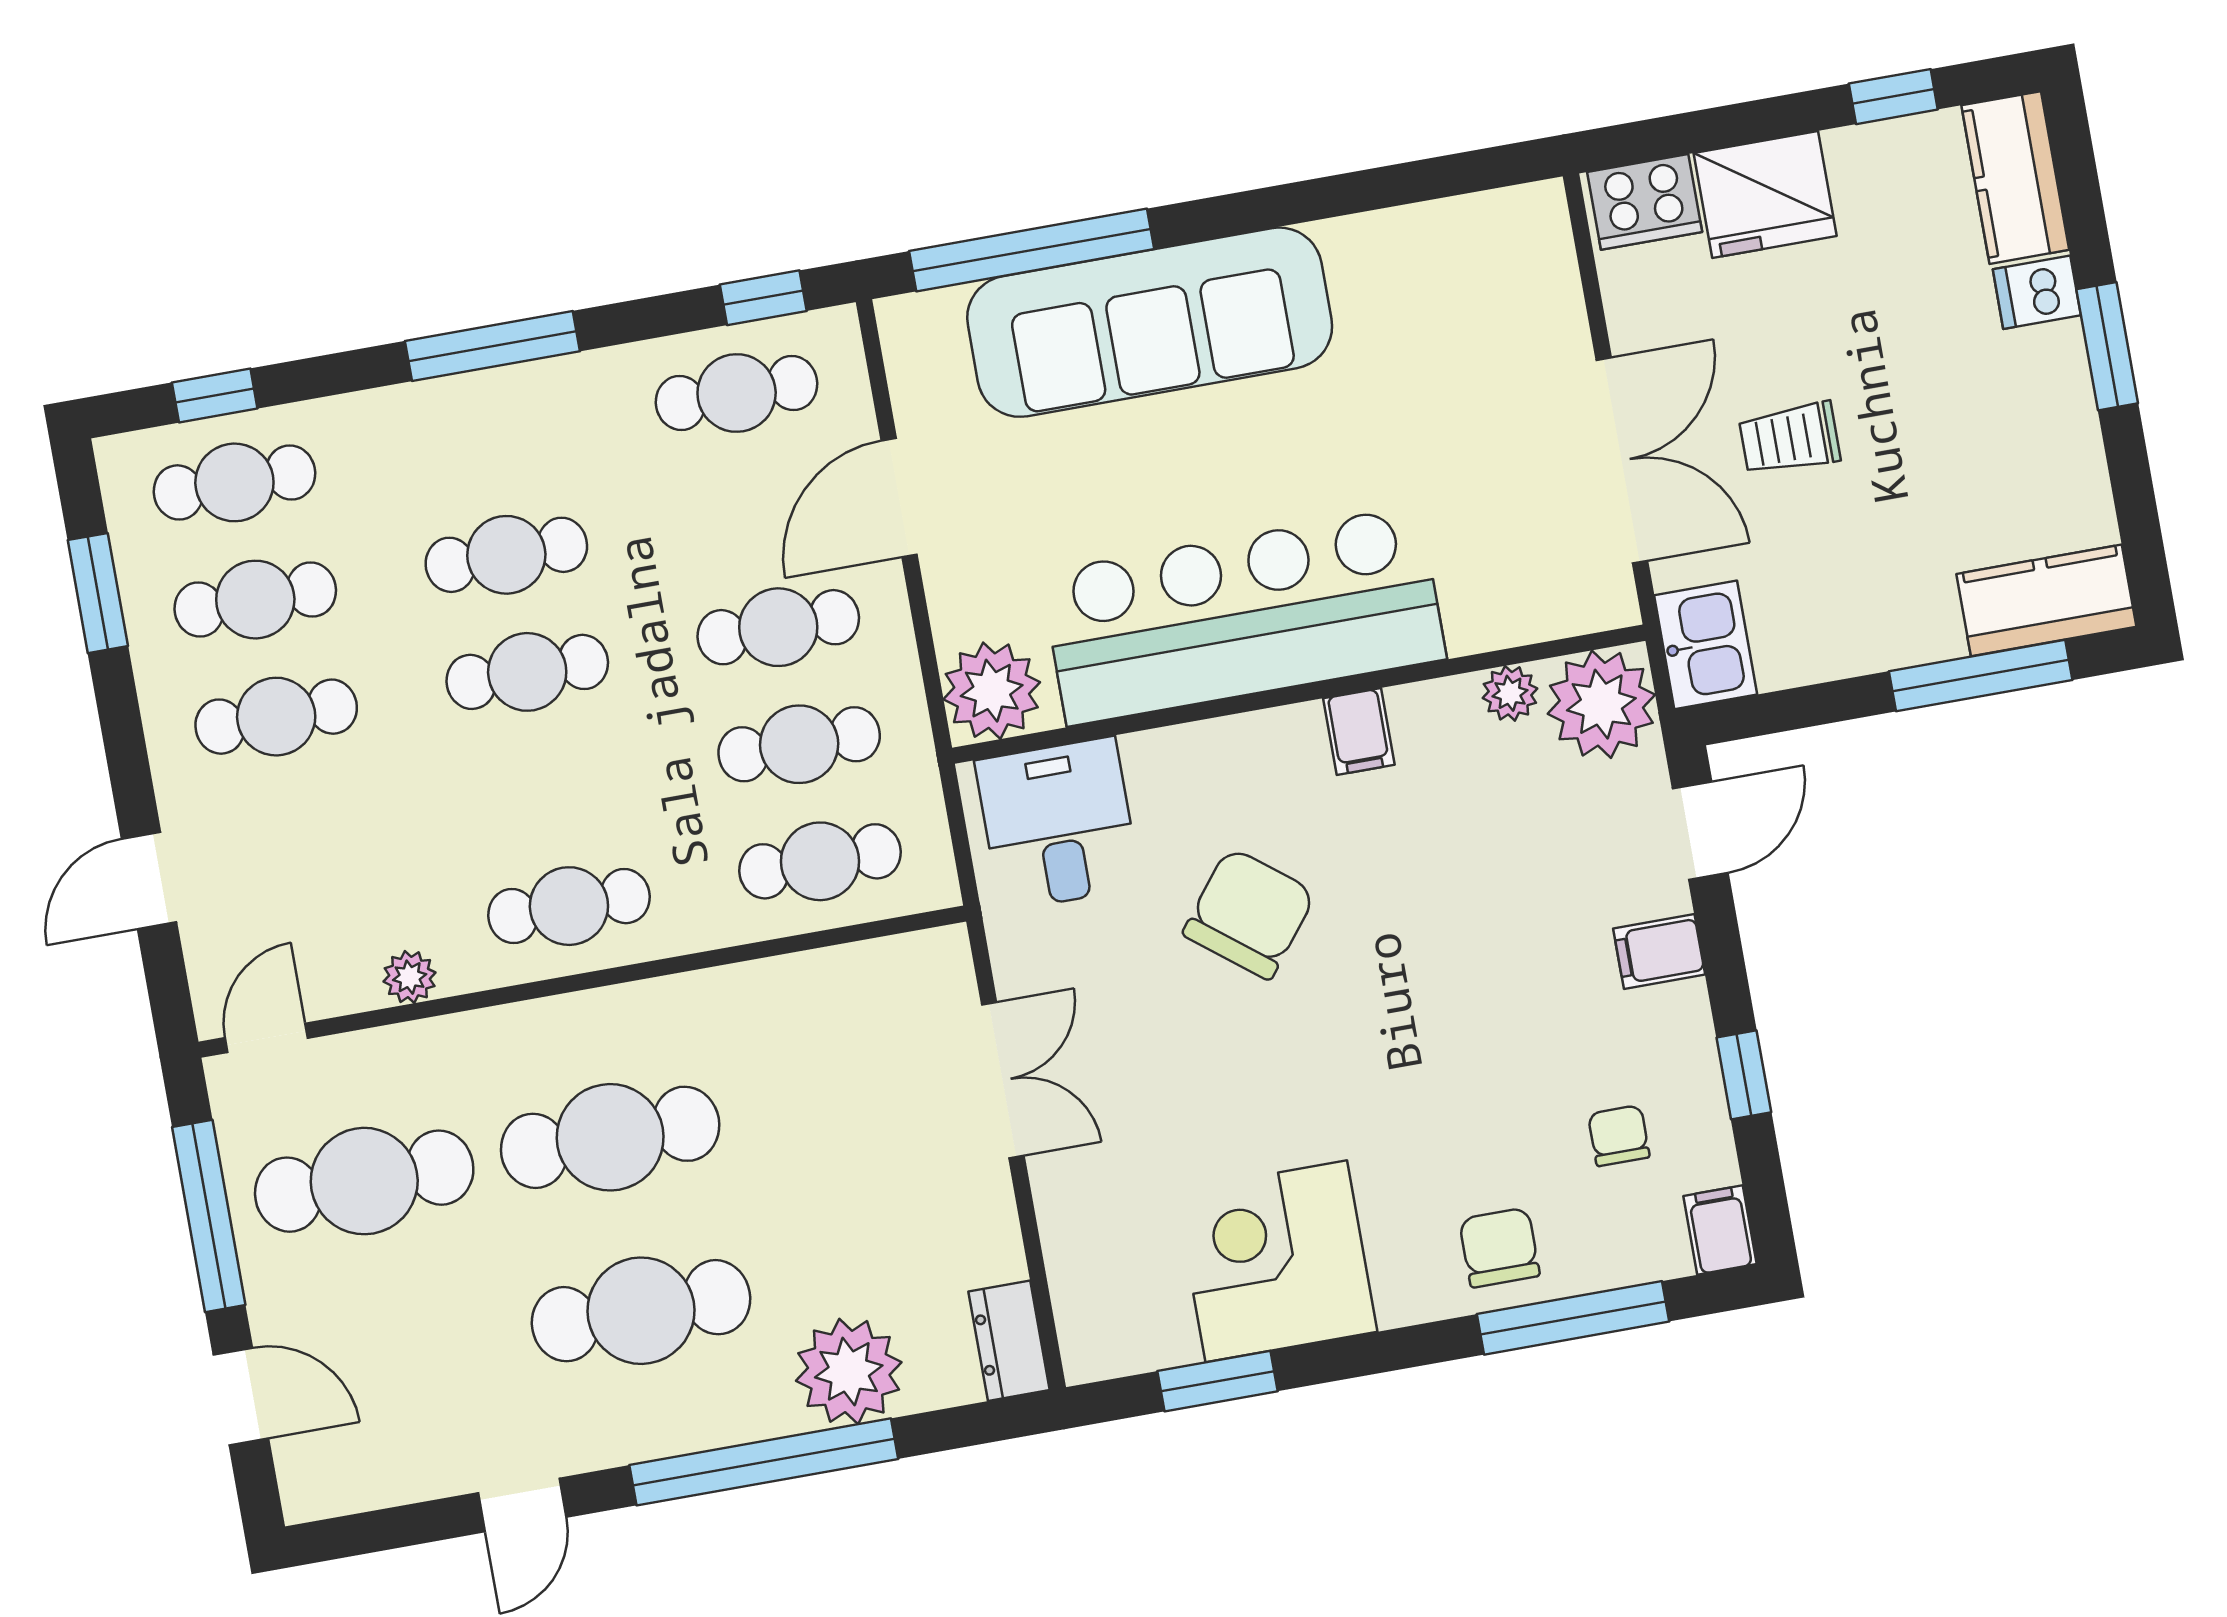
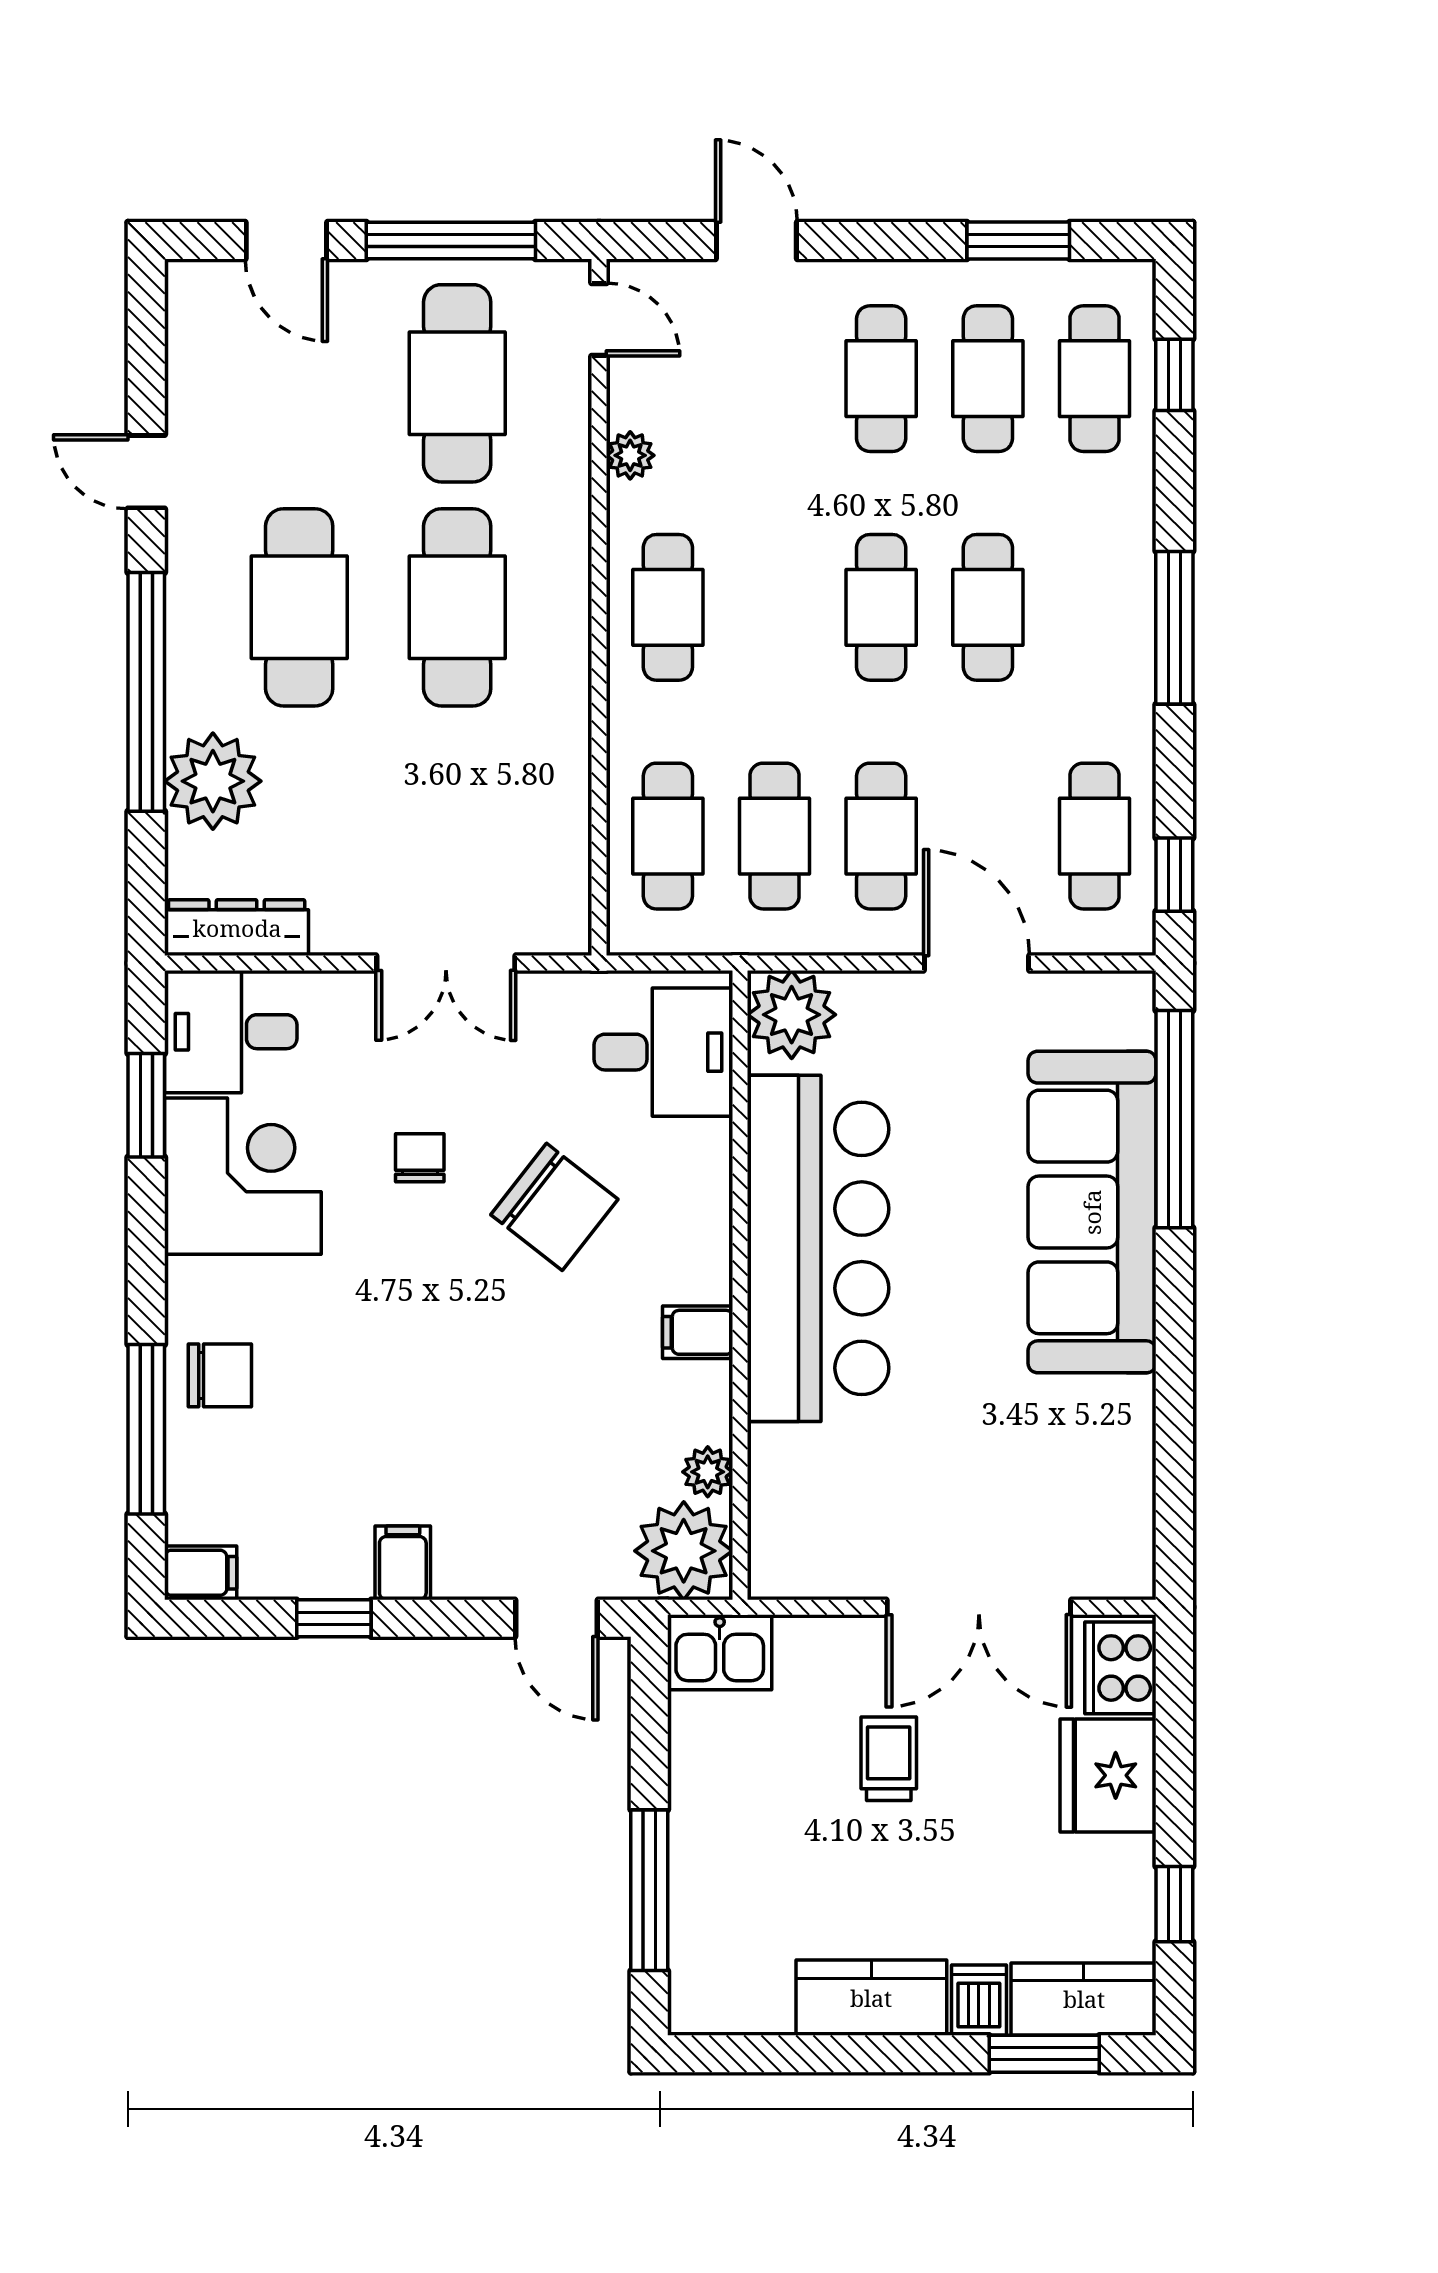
window: (2107, 346) -> (1044, 2054), moved
double door: (1622, 460) -> (979, 1607), moved
kitchen counter: (2046, 600) -> (871, 1998), moved, turned -90
filing cabinet: (1659, 951) -> (403, 1563), moved
chair: (1619, 1136) -> (420, 1158), moved, turned -90
desk: (1120, 1303) -> (231, 1032), added
dresser: (1009, 1341) -> (237, 928), width x1.44
door: (241, 1396) -> (286, 241), hinge flipped

